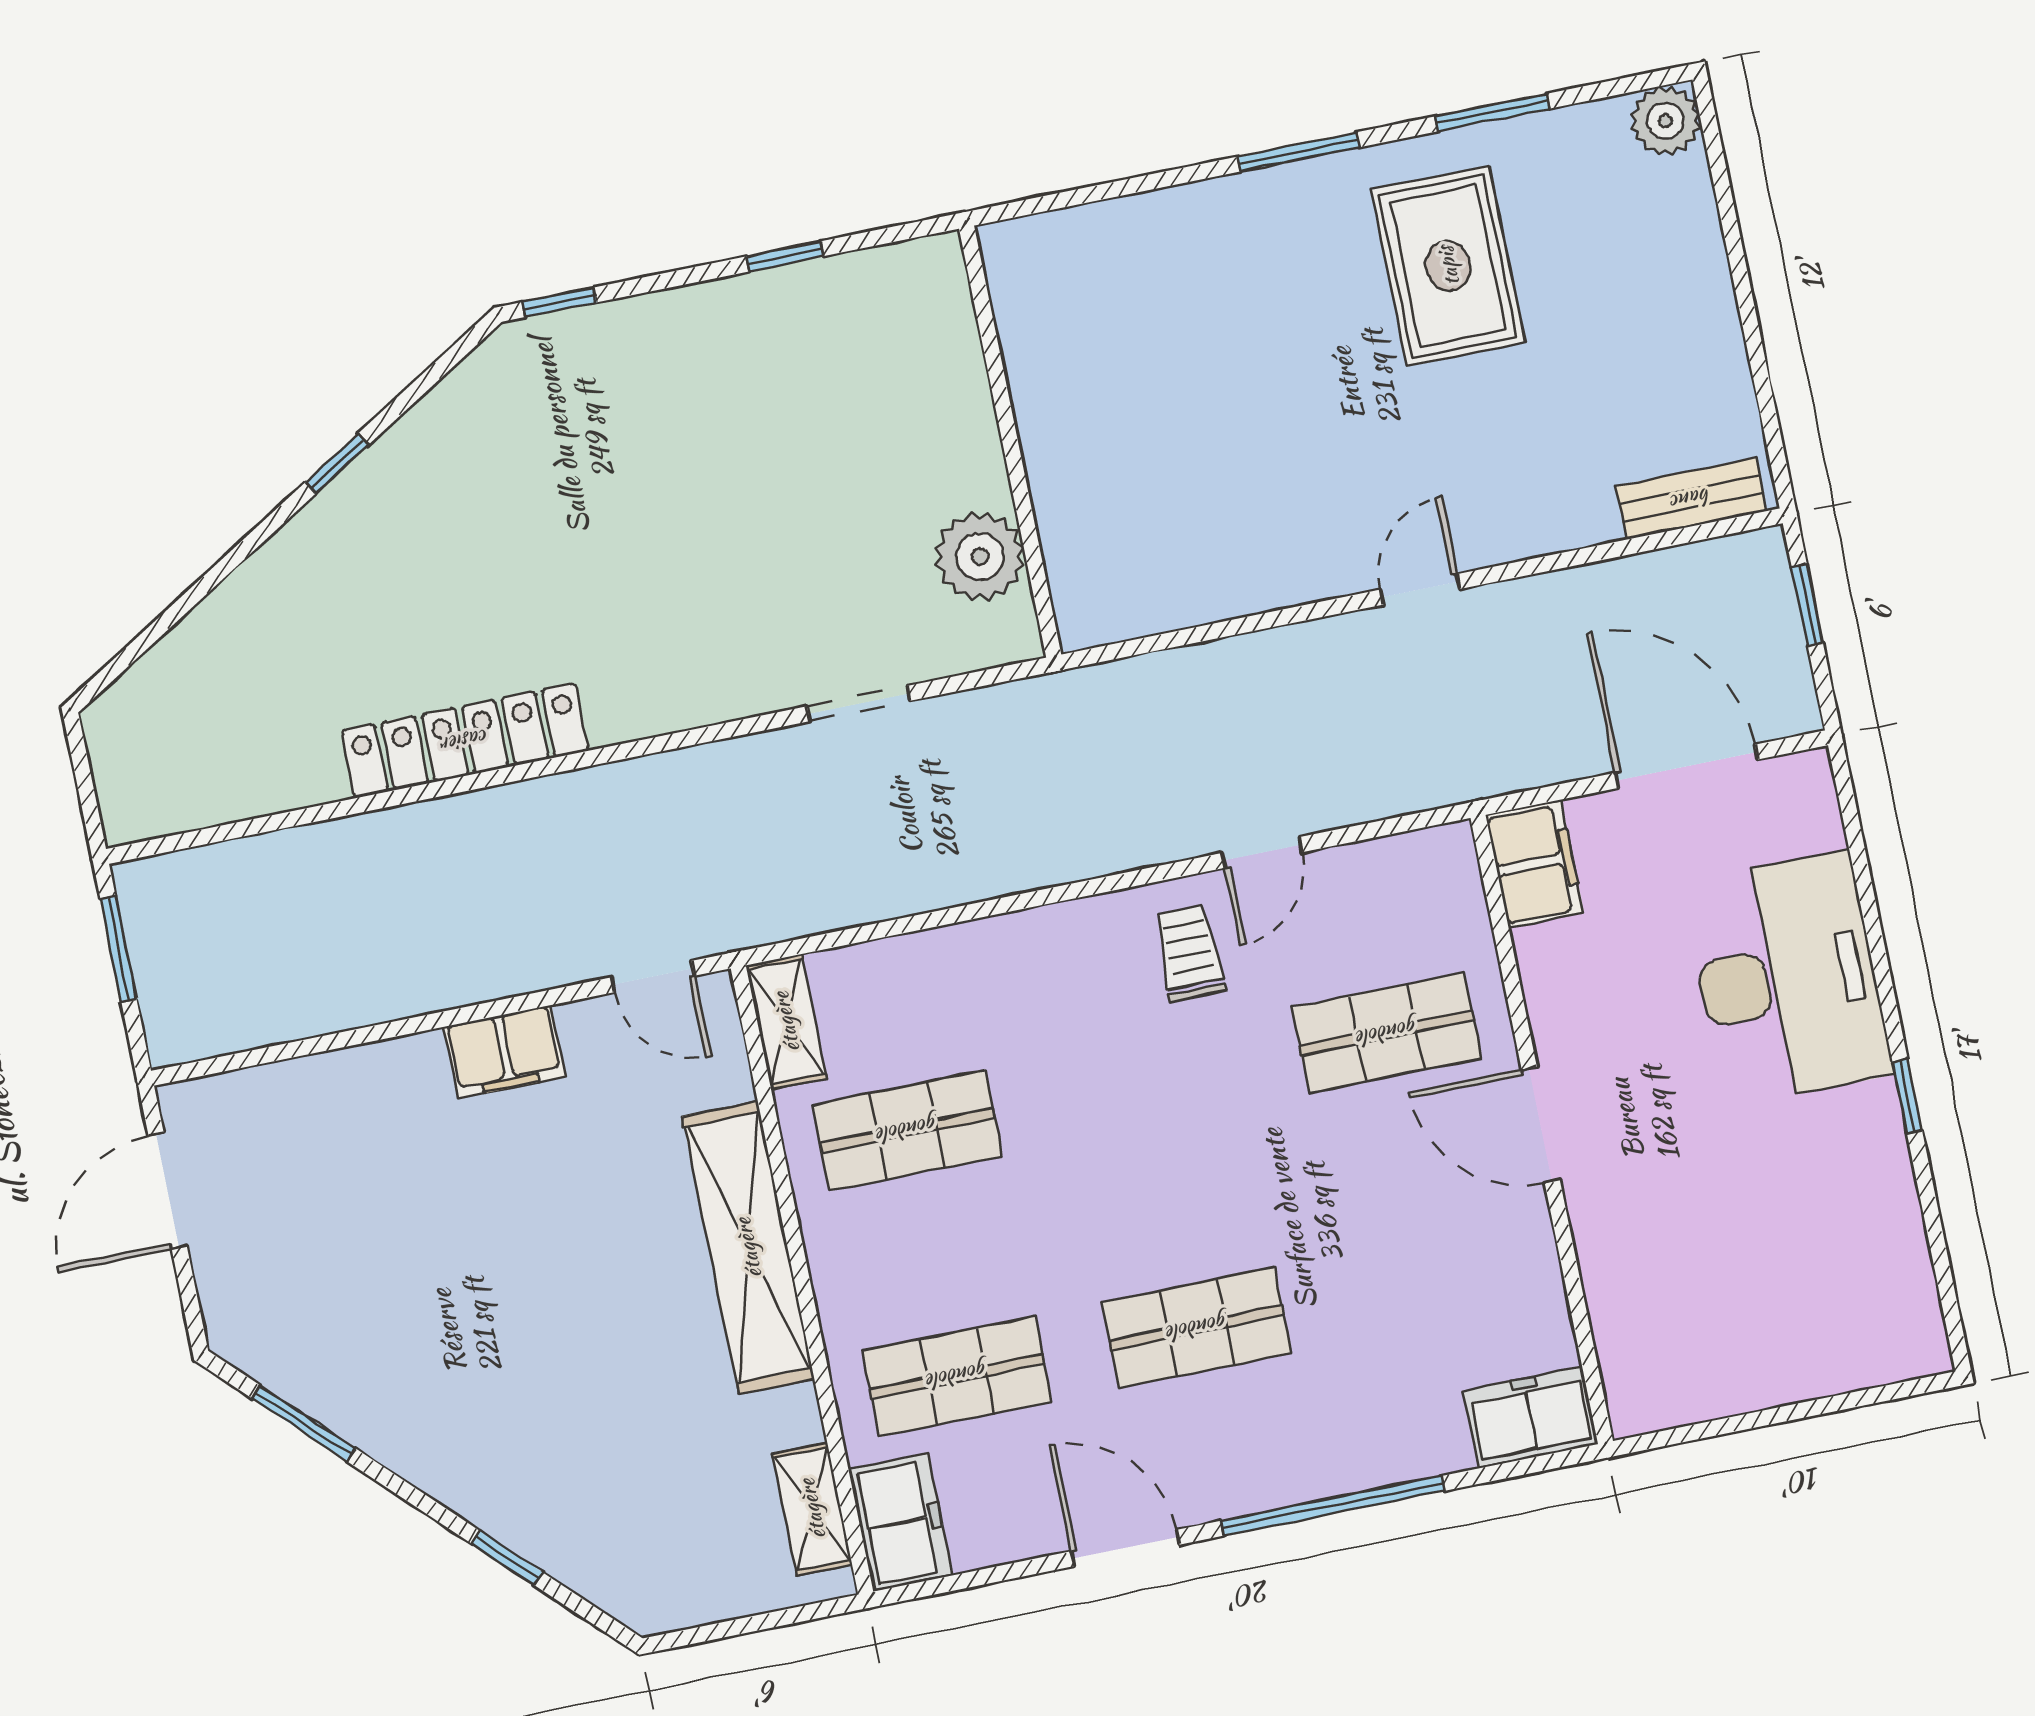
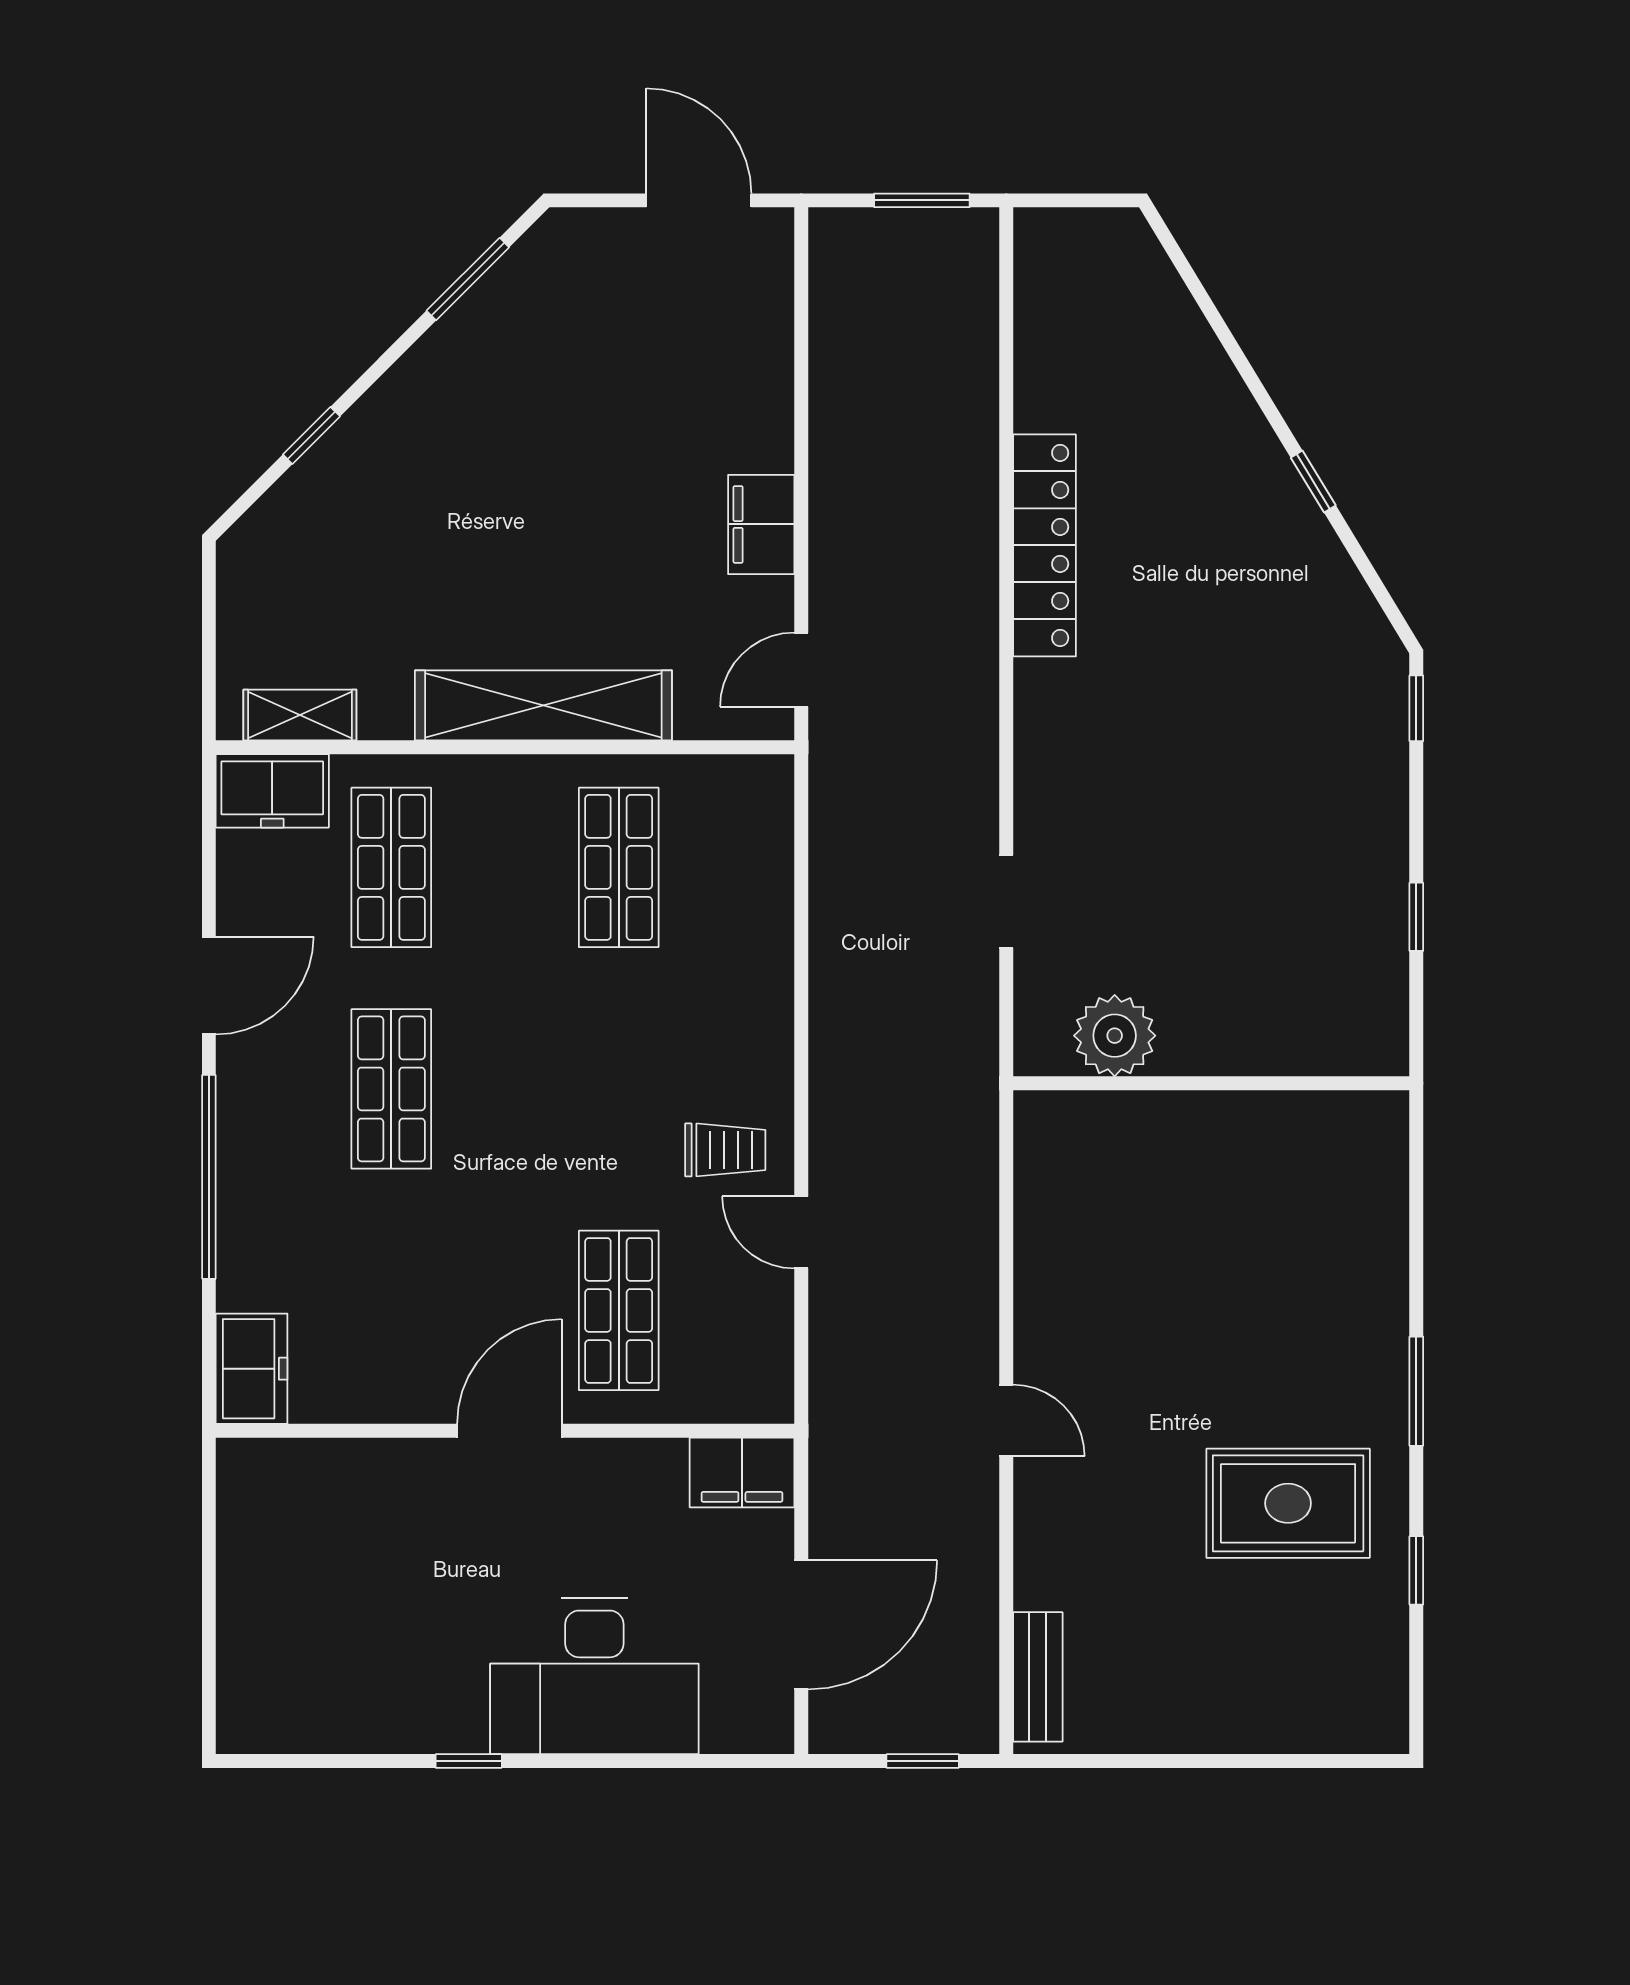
window: (1492, 112) -> (1416, 1570), width x0.67
plant: (1665, 121) -> (1378, 1723), removed
shelving: (786, 1022) -> (737, 780), removed

